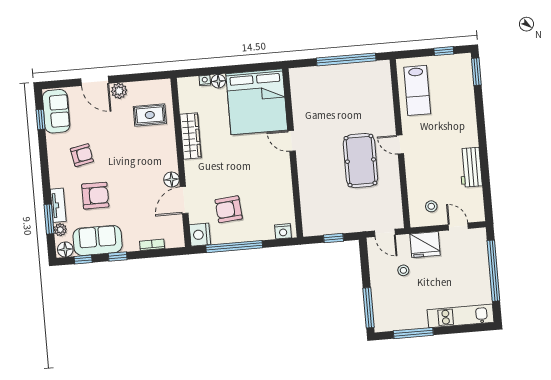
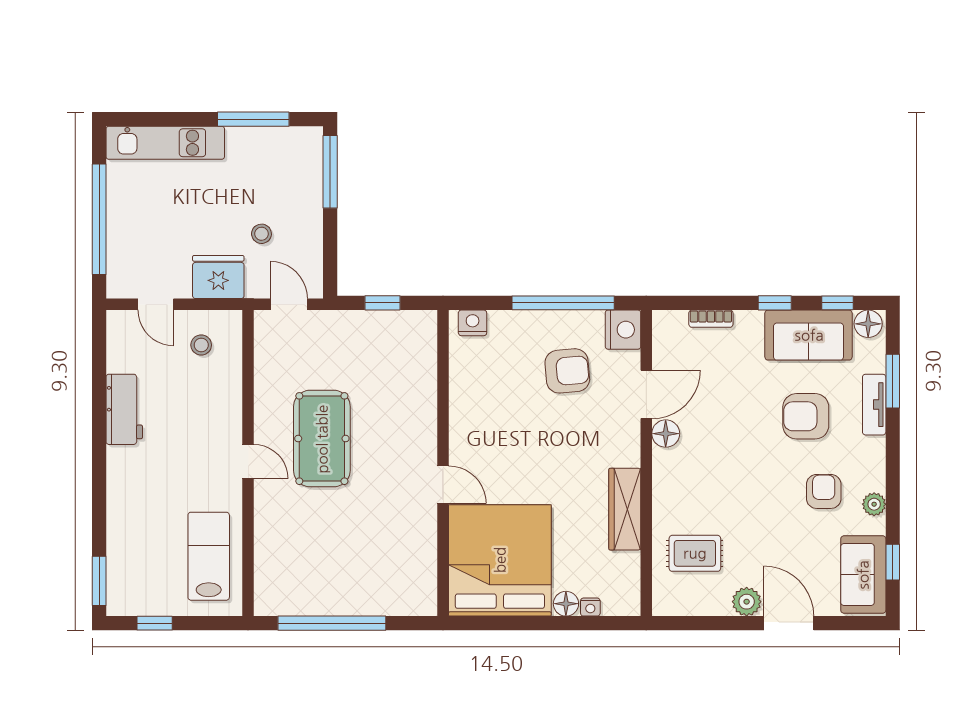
armchair: (82, 155) -> (824, 491), turned 101
plant: (60, 230) -> (874, 504), moved

